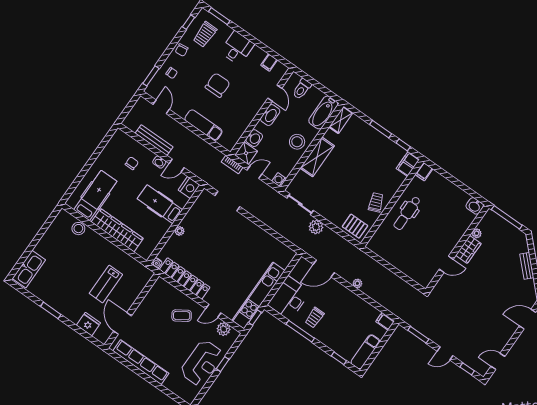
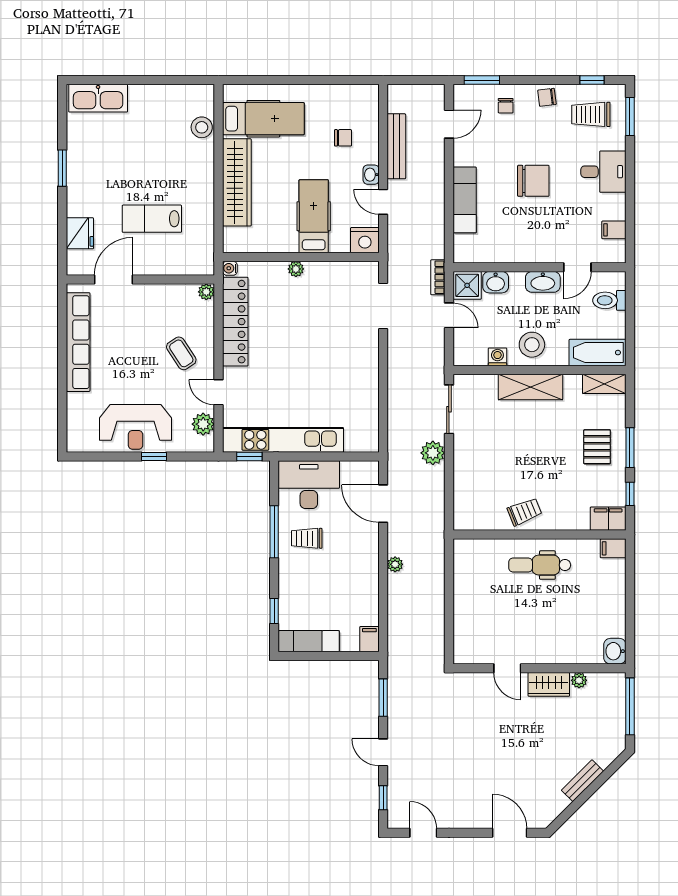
washing machine: (279, 180) -> (497, 357), moved
pallet: (355, 226) -> (597, 447), moved
plant: (160, 282) -> (206, 292), added

